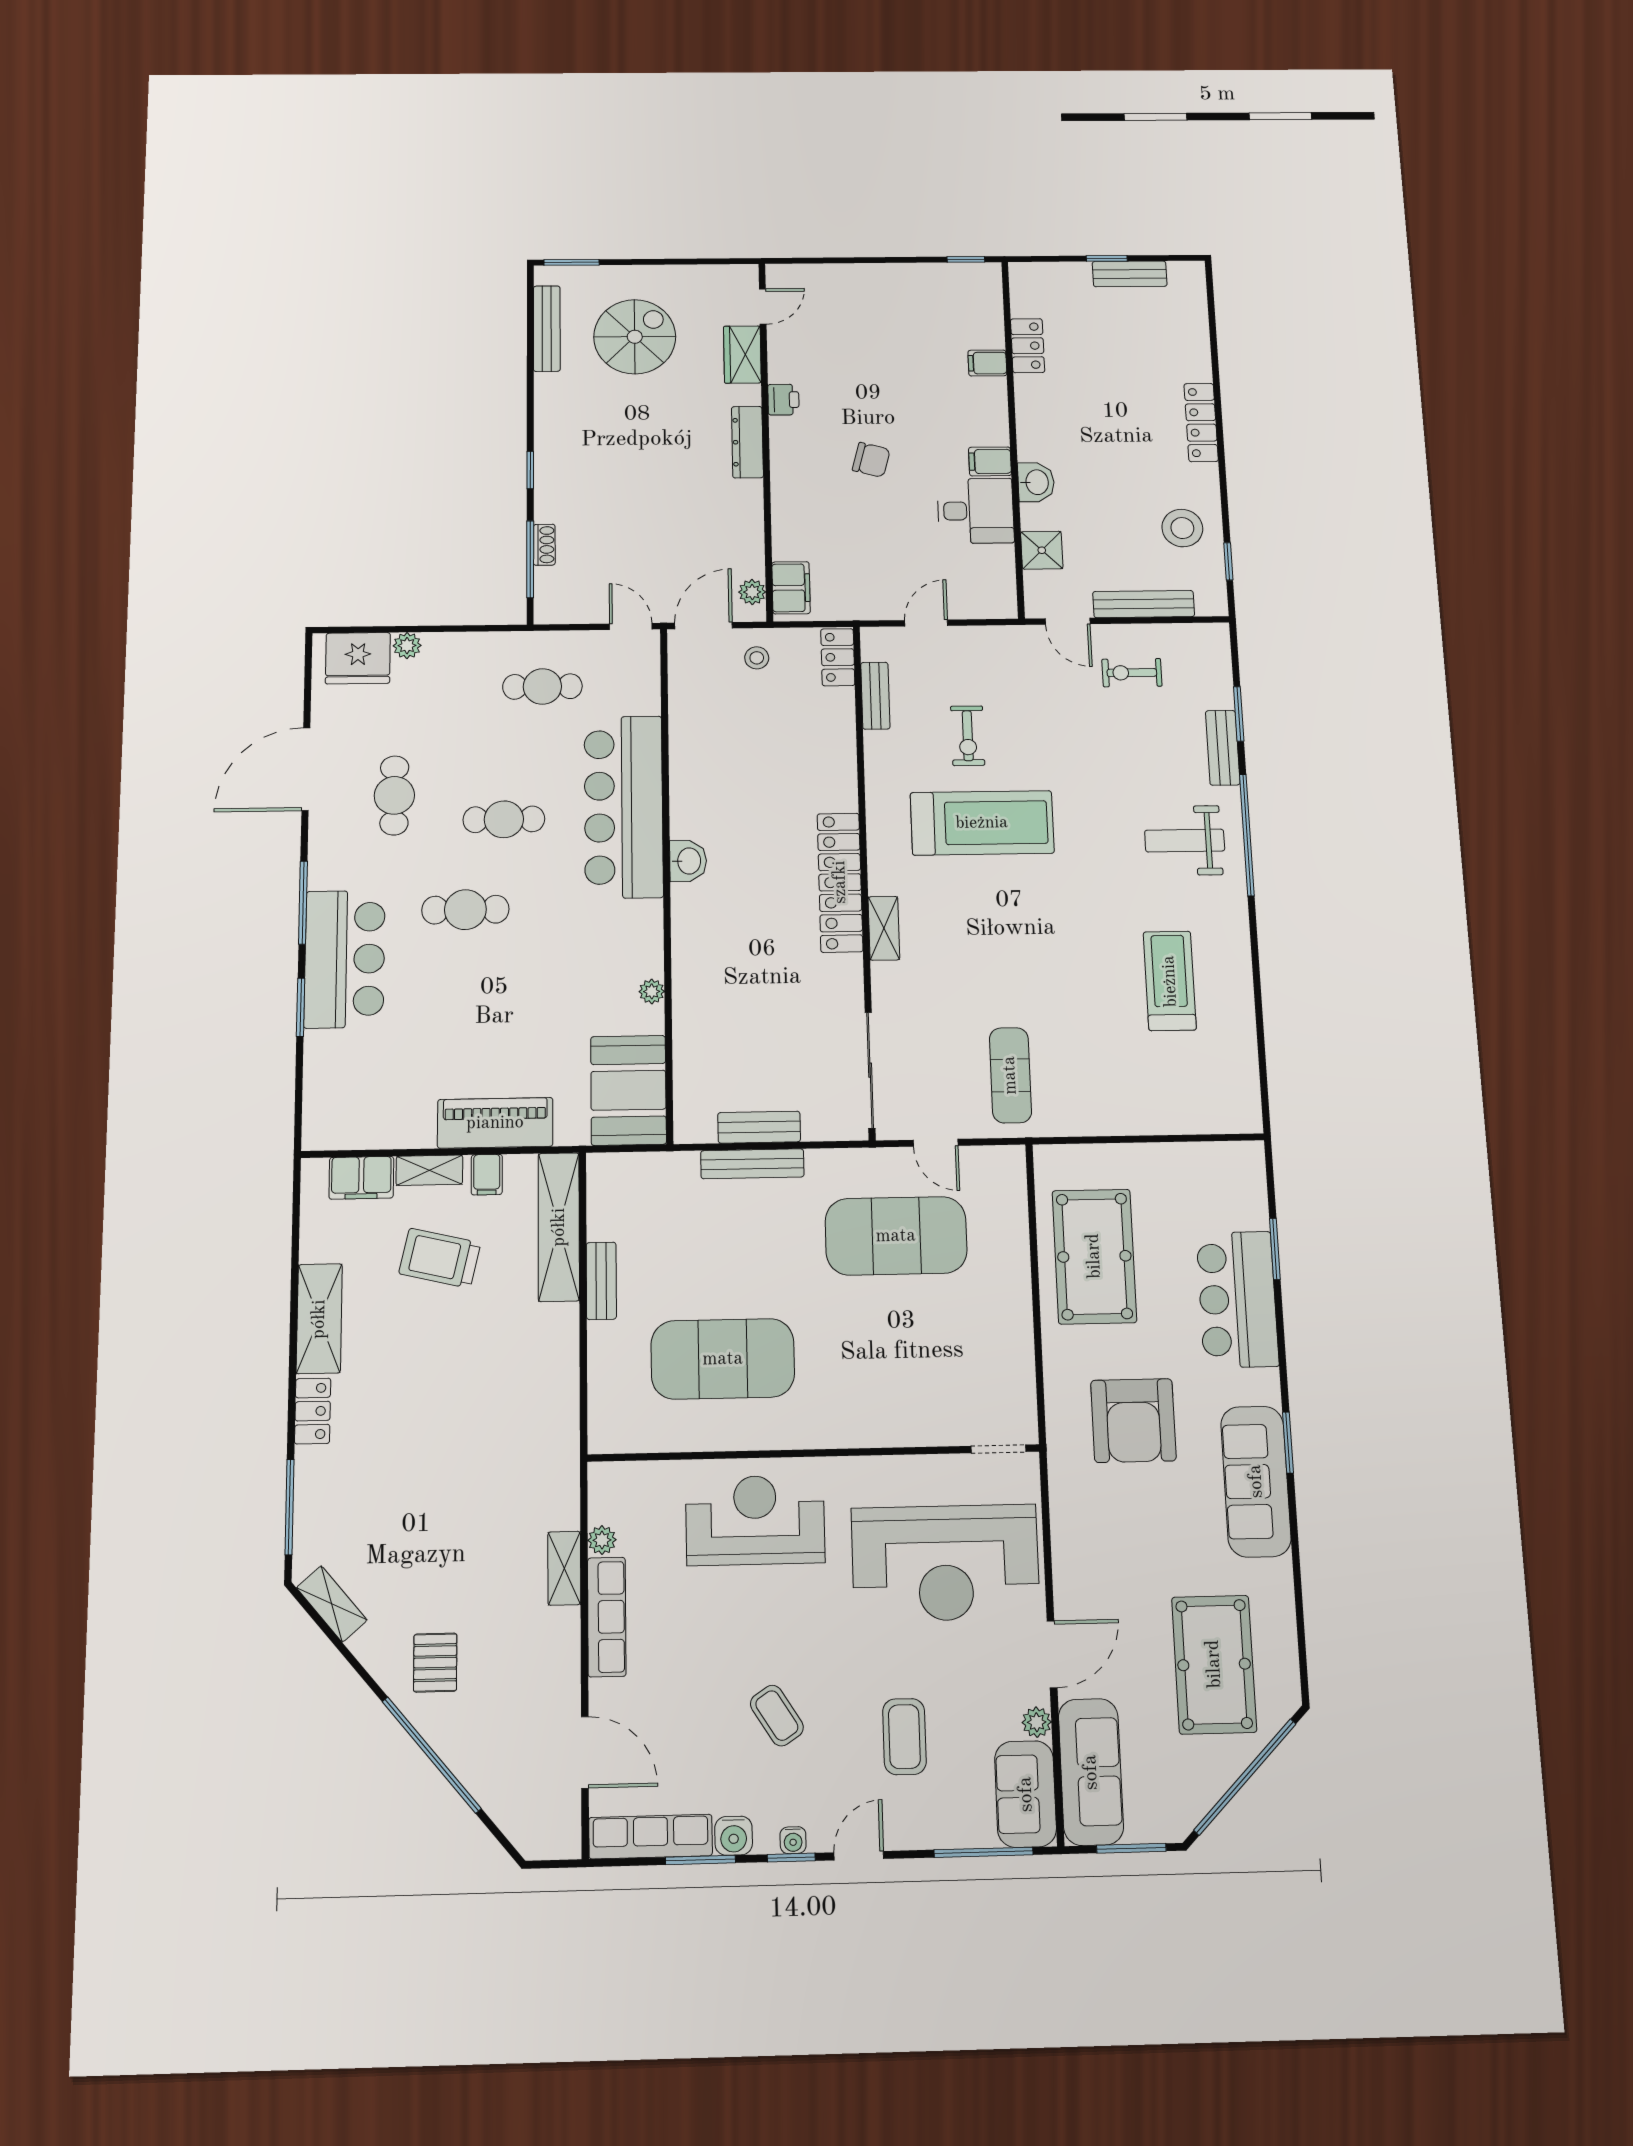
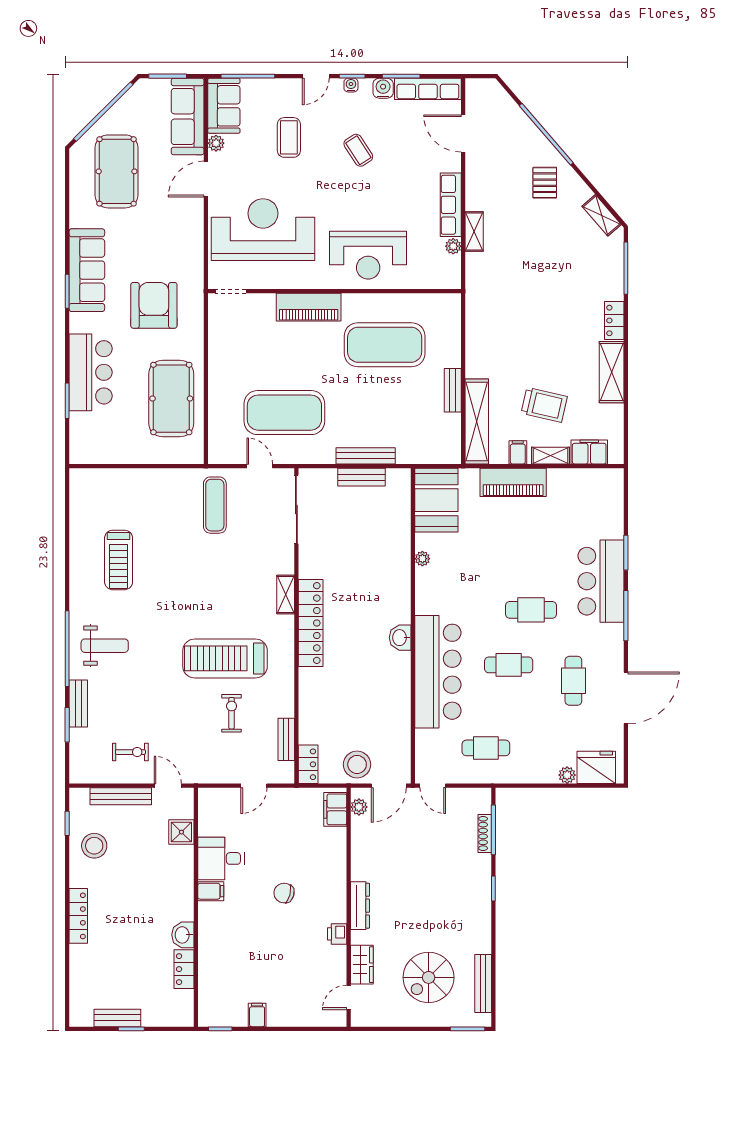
filing cabinet: (987, 363) -> (257, 1015), moved, turned -90
washbasin: (1036, 482) -> (183, 935), moved
shoe rack: (544, 545) -> (485, 833), width x1.43
stool: (757, 658) -> (357, 764), width x1.89, depth x1.89
piano: (859, 1423) -> (309, 307), added

